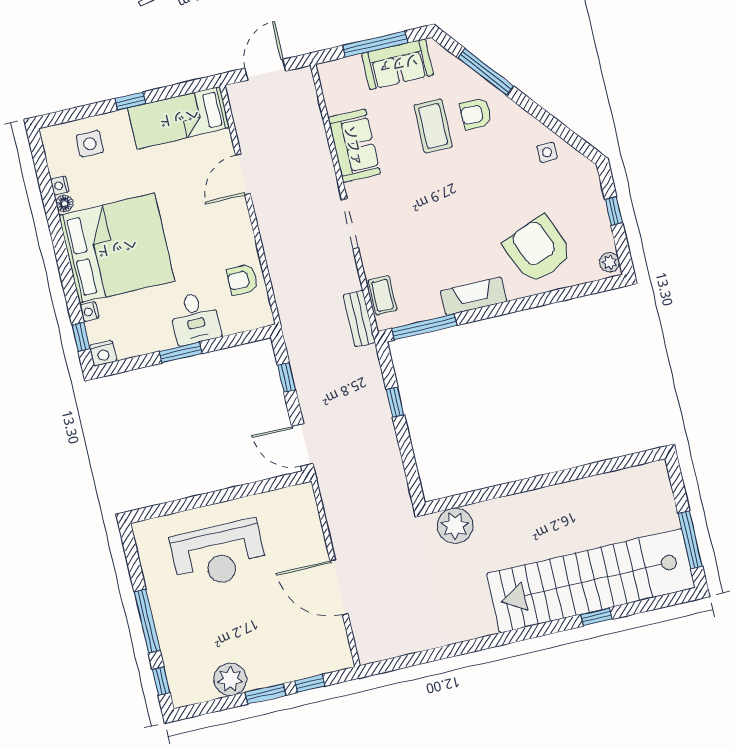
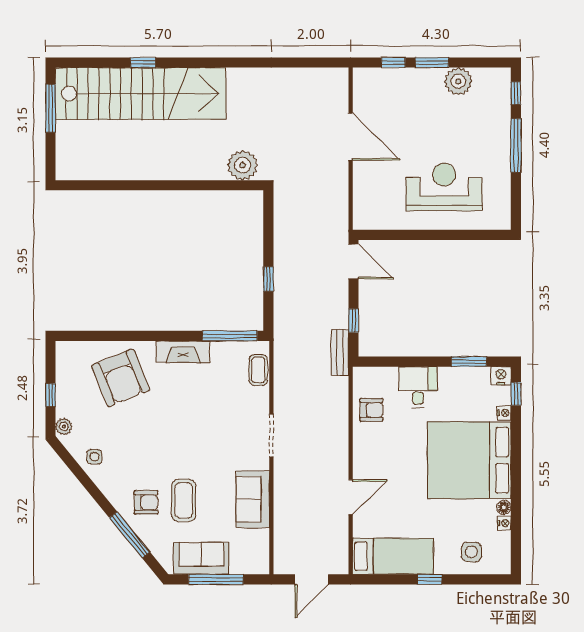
plant: (610, 262) -> (64, 427), moved
bench: (359, 319) -> (340, 353), moved
window: (181, 352) -> (469, 362), moved

